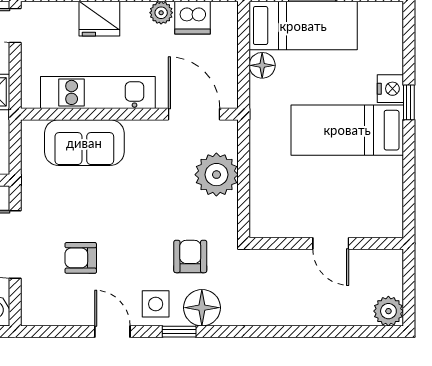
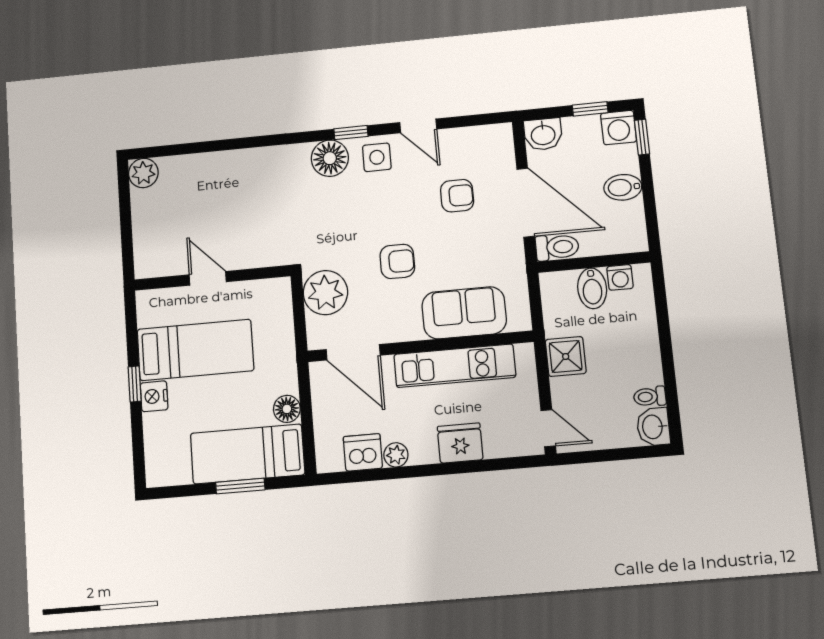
wall: (326, 243) -> (212, 278), moved
door: (331, 243) -> (208, 278), moved
armchair: (190, 256) -> (397, 261), moved, turned -90

